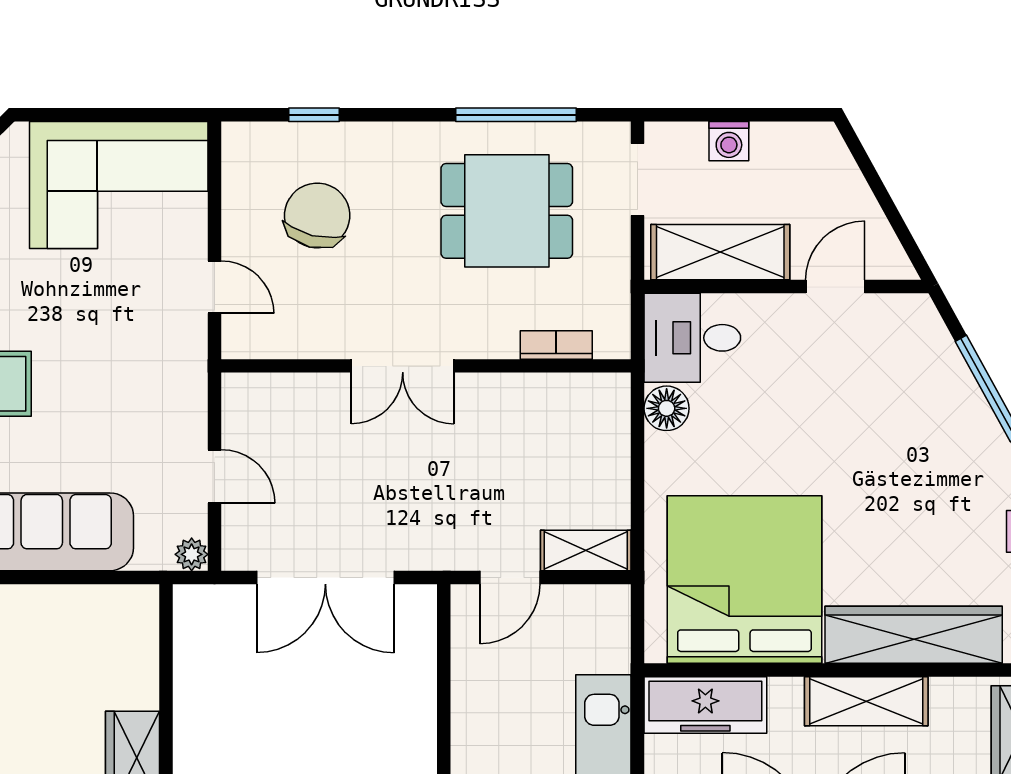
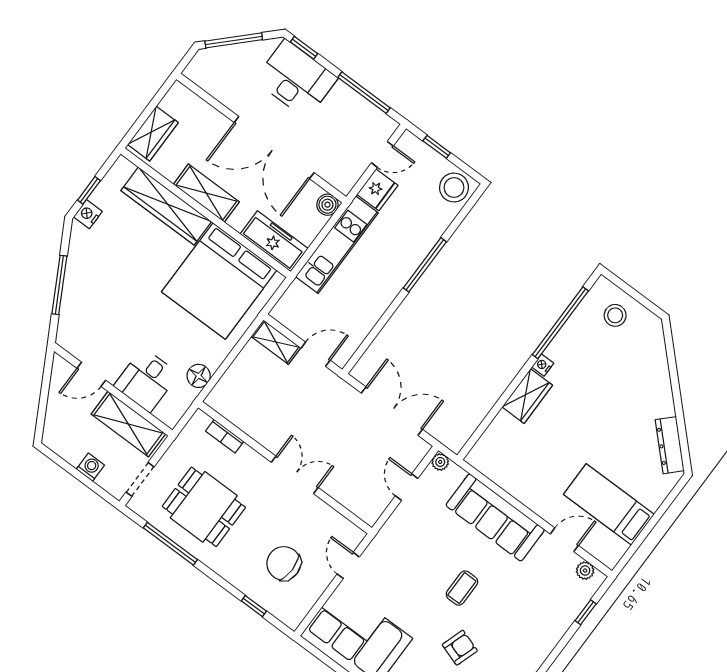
chair: (317, 216) -> (284, 563), turned 76
desk: (692, 338) -> (146, 380), moved, turned 90

